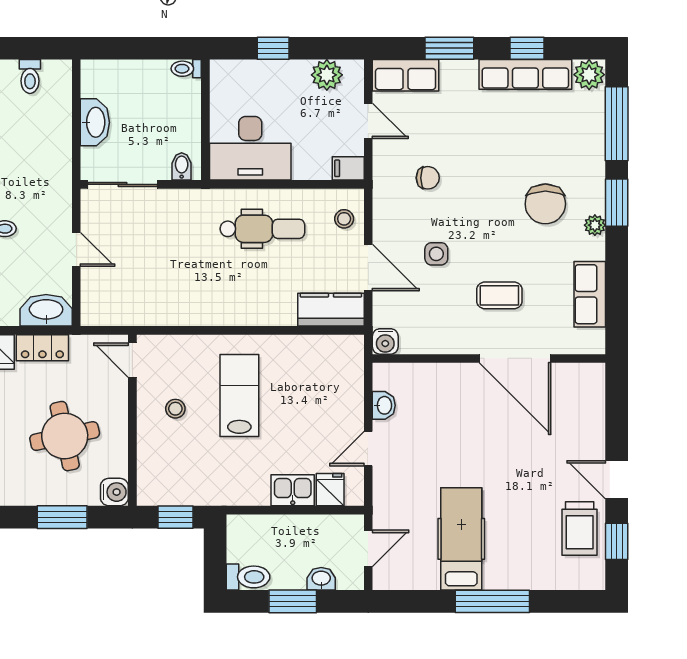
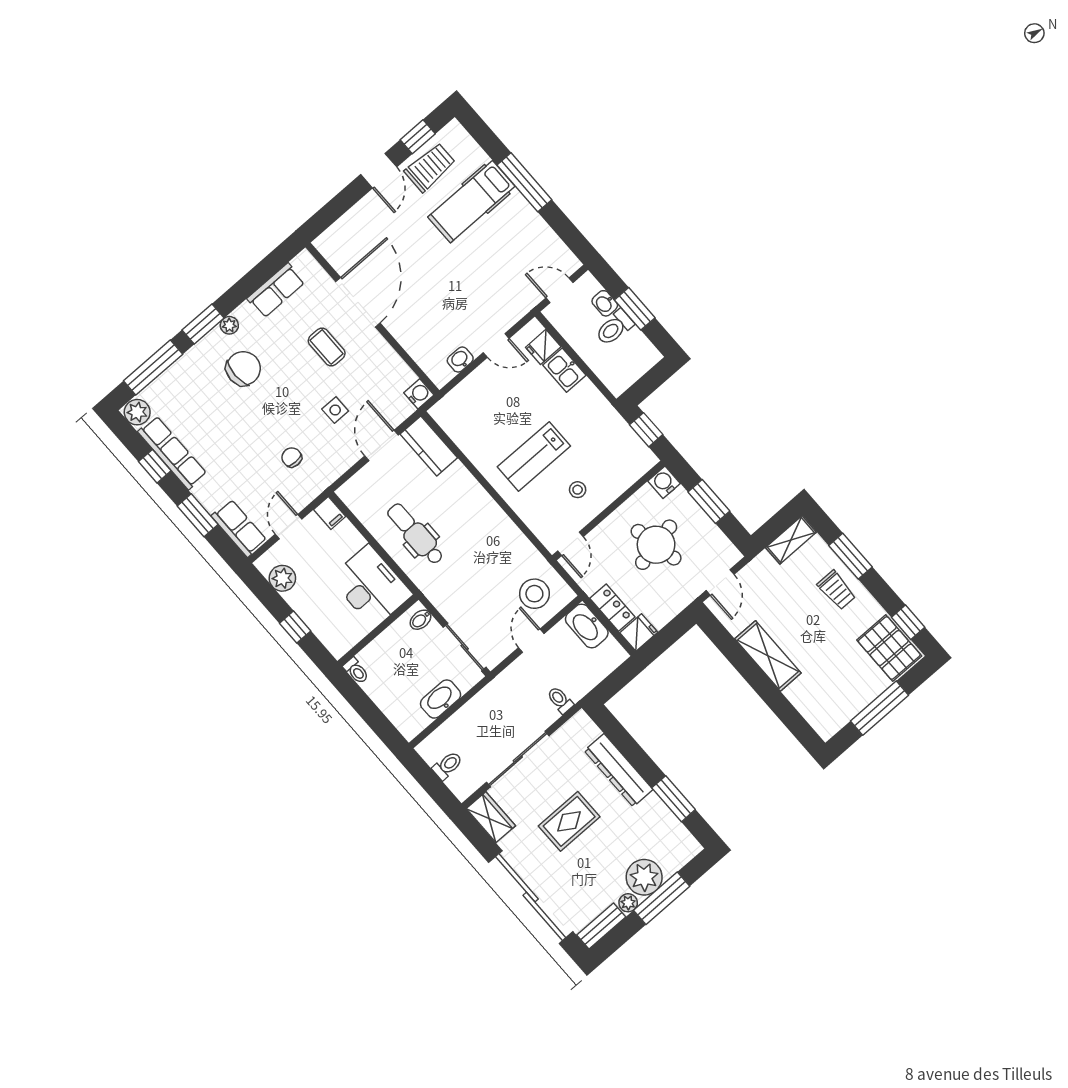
stool: (344, 219) -> (534, 594), moved, width x1.89, depth x1.89
hospital bed: (461, 539) -> (471, 202), moved
toilet: (248, 577) -> (614, 328), moved, turned -90

